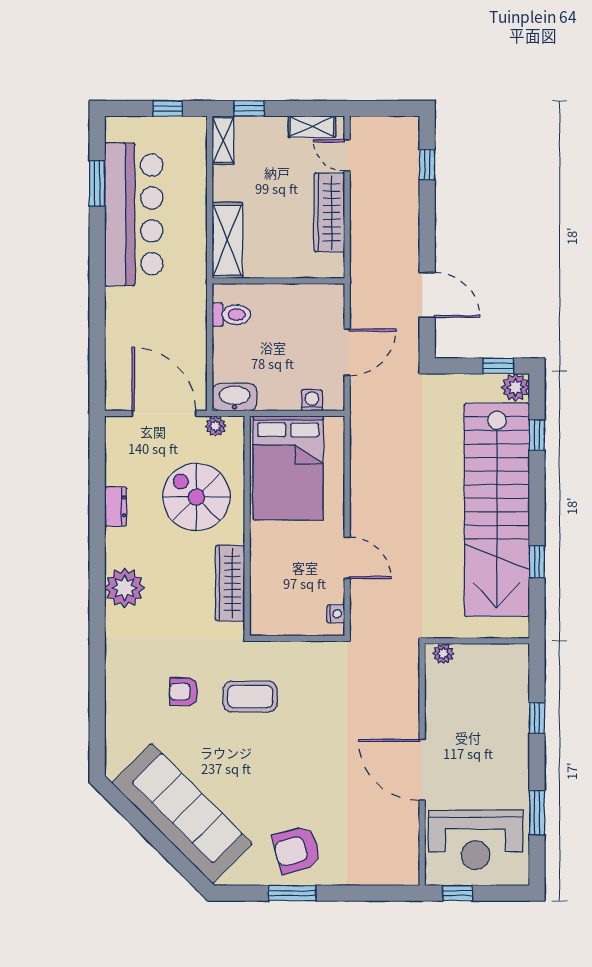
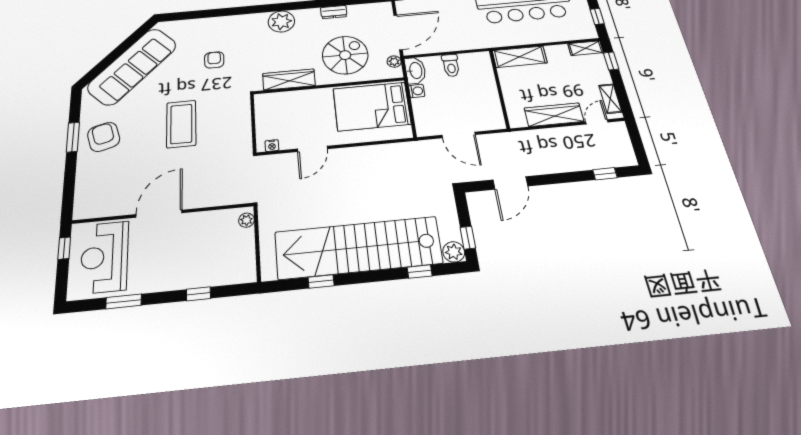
toilet: (231, 315) -> (451, 65), moved
washing machine: (312, 400) -> (417, 91), moved
coffee table: (250, 697) -> (181, 124), moved, width x1.36, depth x1.32

